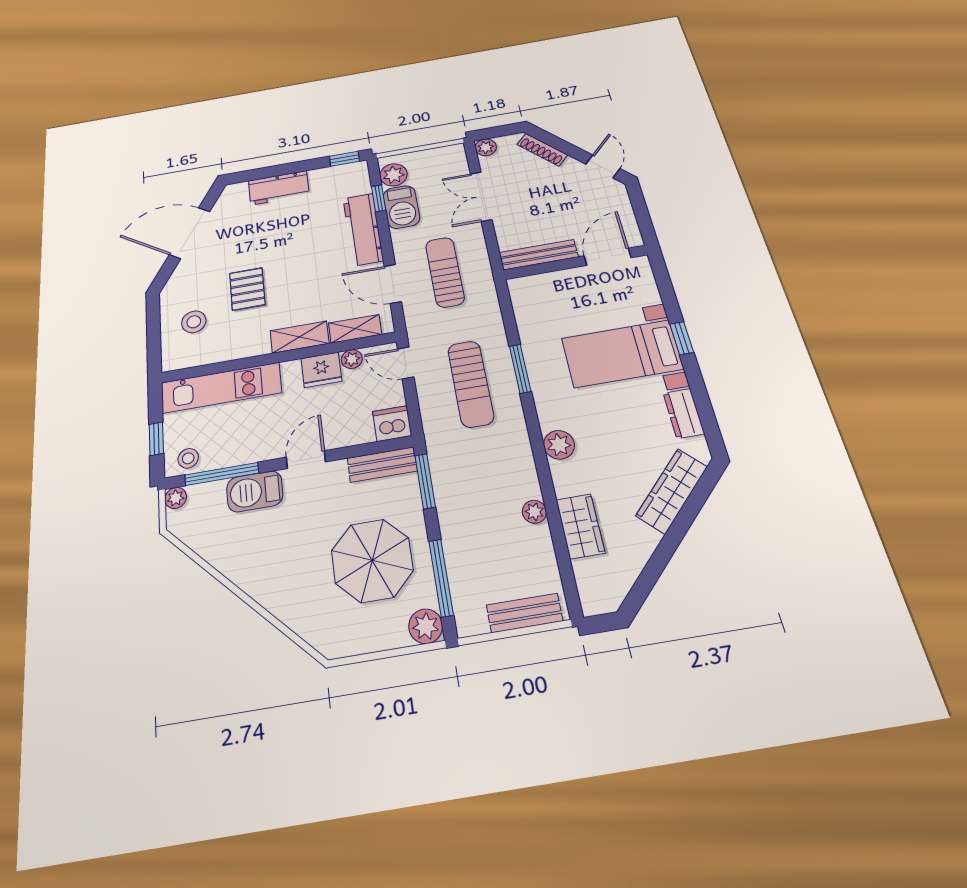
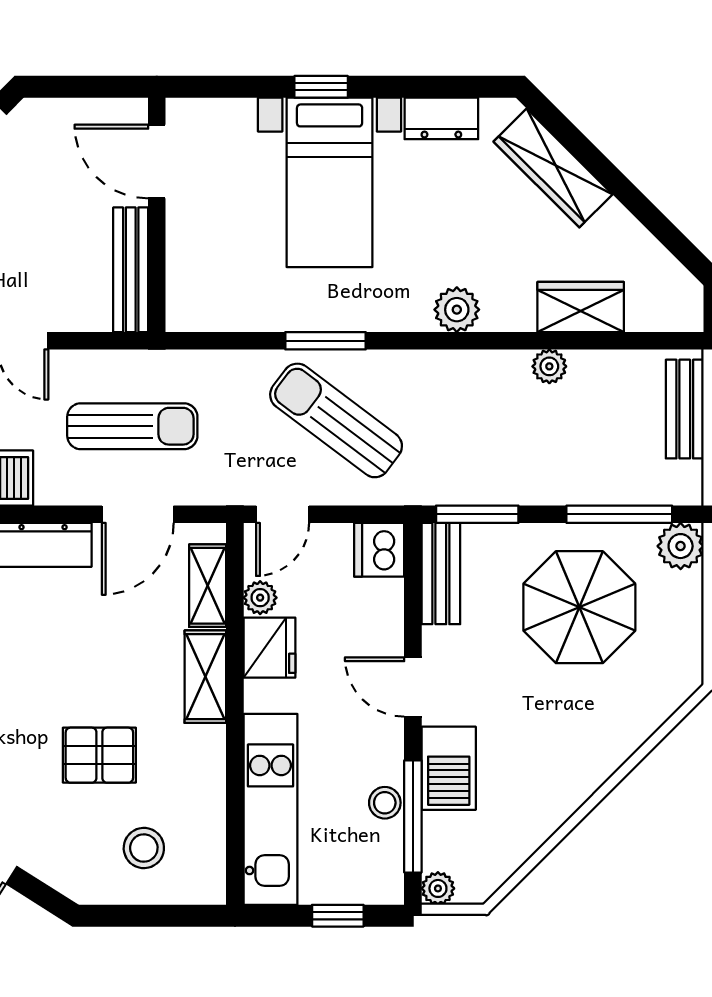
sun lounger: (445, 272) -> (132, 426), turned 180
sun lounger: (471, 384) -> (336, 420), turned -143
stool: (188, 458) -> (385, 803), moved

